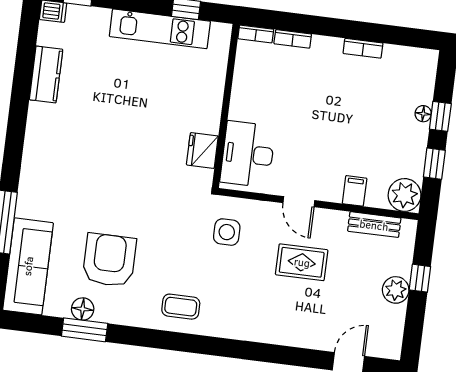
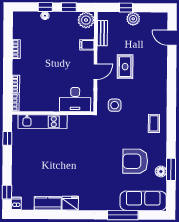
kitchen unit: (160, 29) -> (43, 122), moved, turned 90
fridge: (202, 150) -> (70, 203), moved, turned 180

